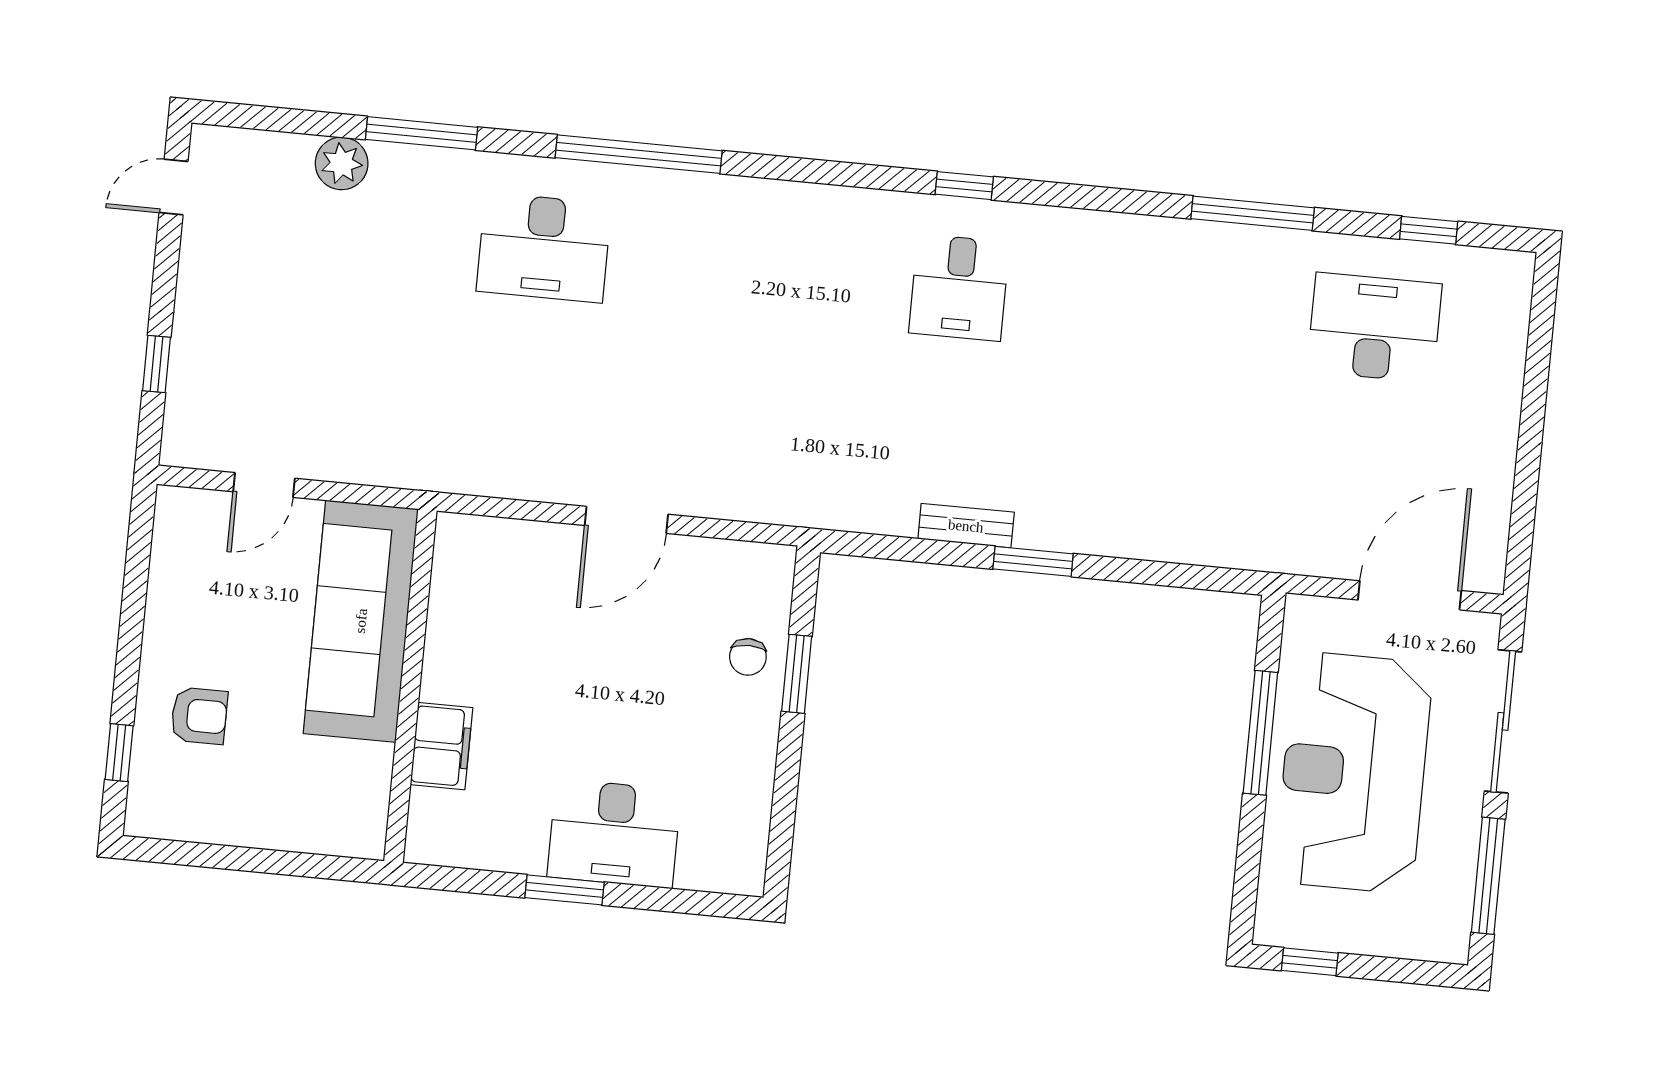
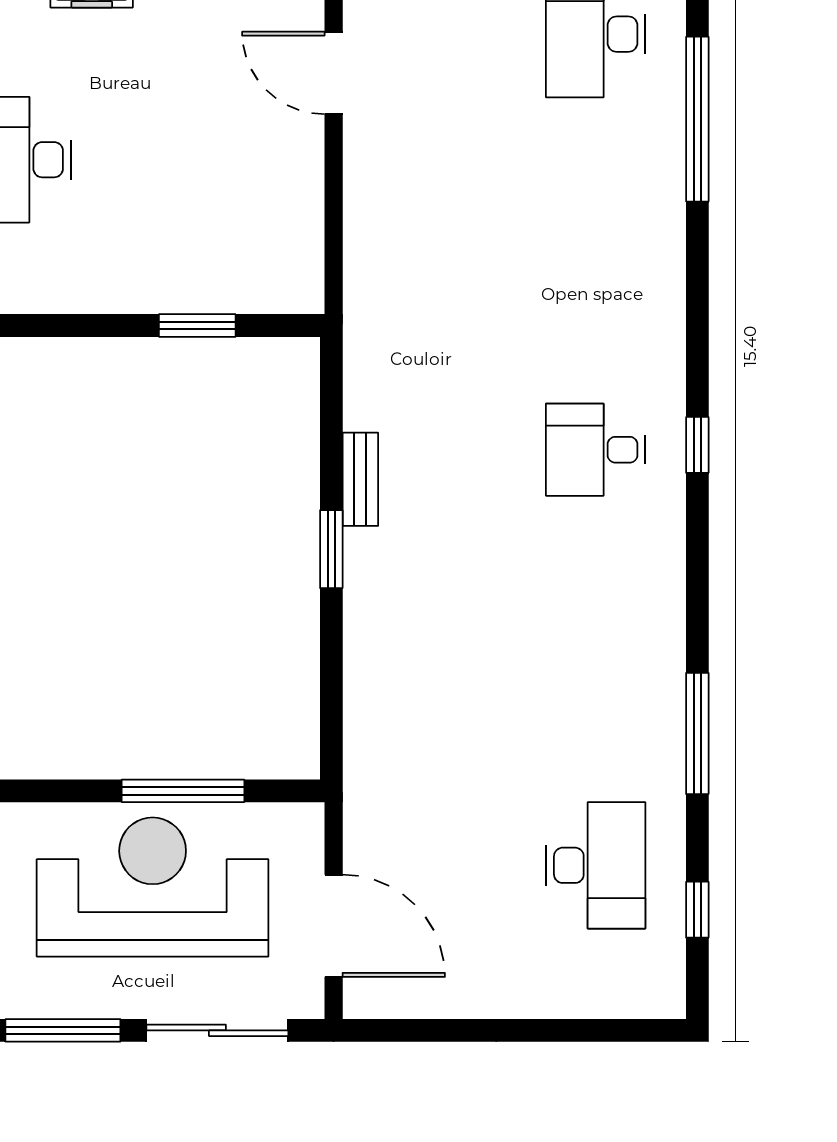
door: (626, 520) -> (334, 73), moved
chair: (748, 657) -> (209, 276), removed

